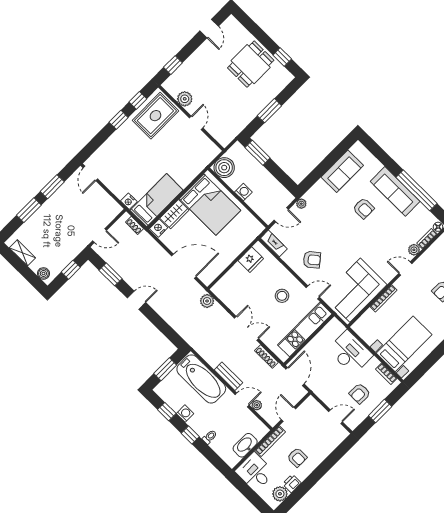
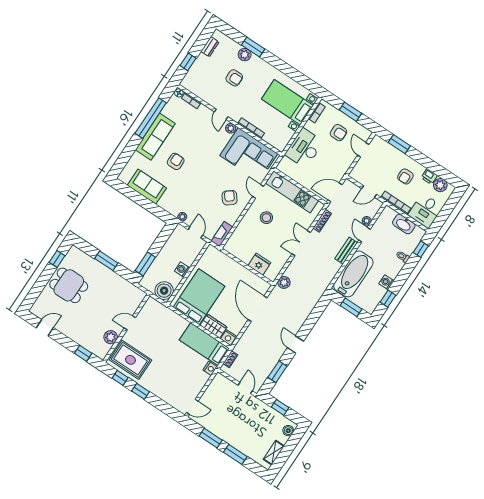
plant: (414, 250) -> (231, 128), moved
fridge: (251, 260) -> (259, 264), moved
window: (190, 435) -> (421, 249), moved
armchair: (297, 457) -> (405, 176), turned 180
window: (334, 458) -> (399, 144), added

